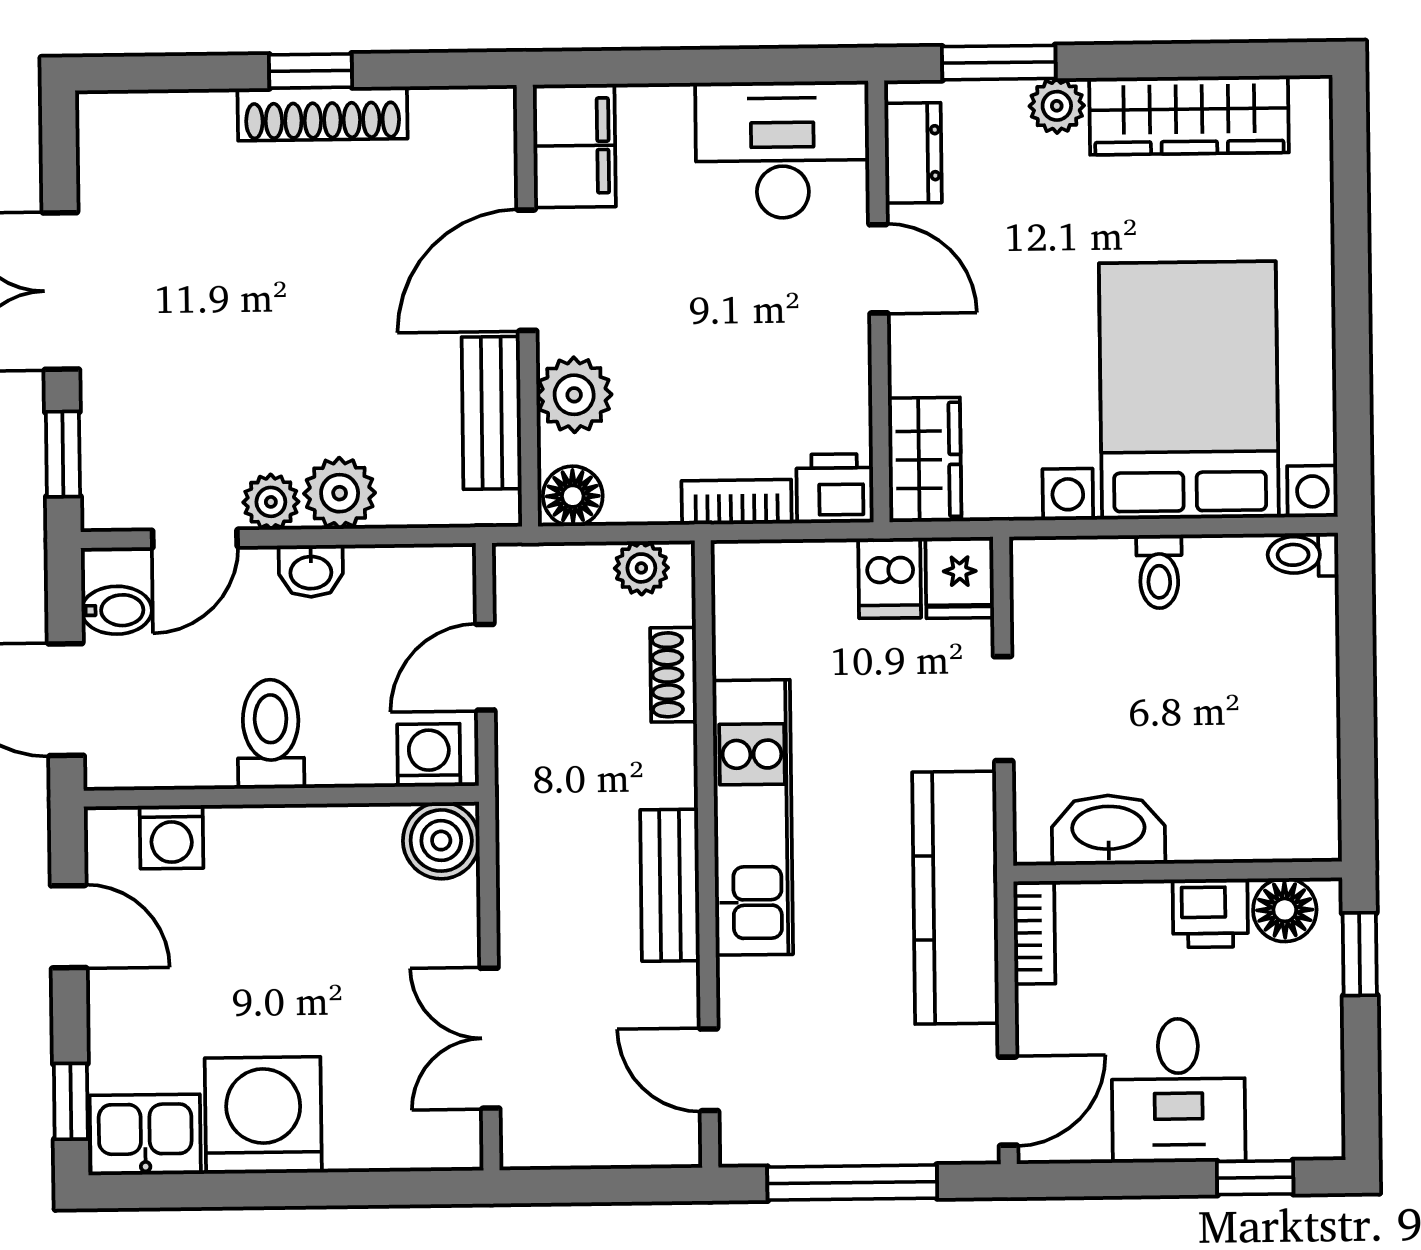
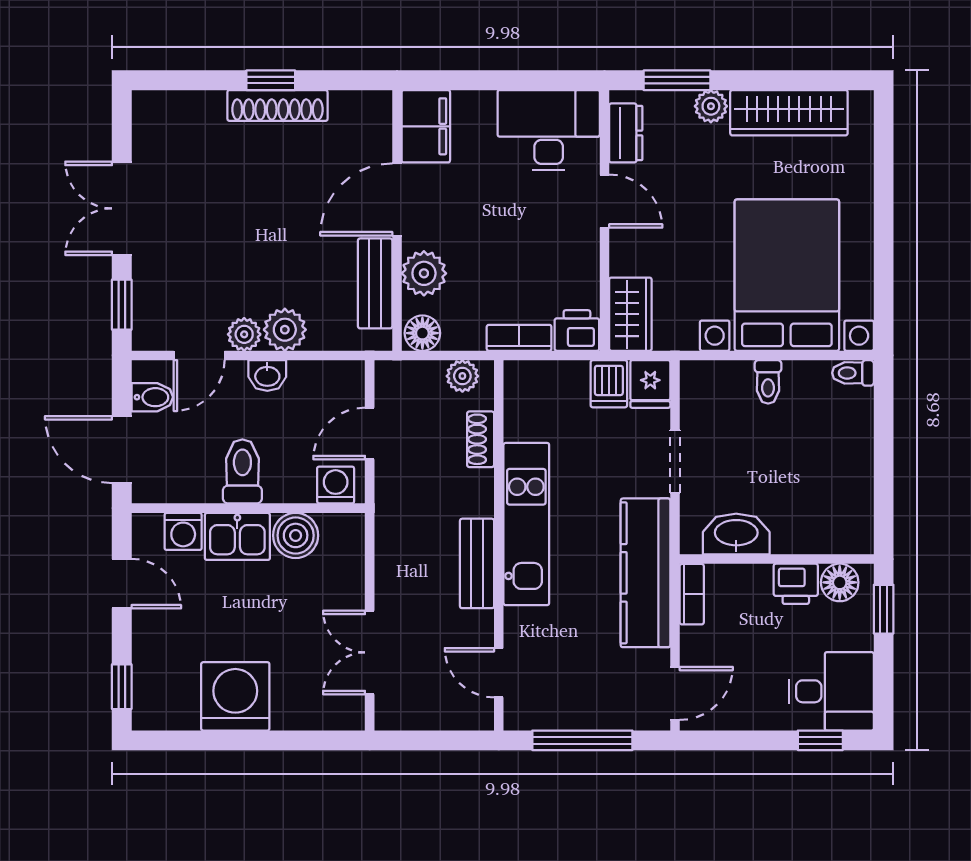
boiler: (441, 841) -> (296, 535), moved
desk: (1178, 1090) -> (832, 691), moved, turned -90
kitchen sink: (145, 1135) -> (237, 536), moved, turned 180

